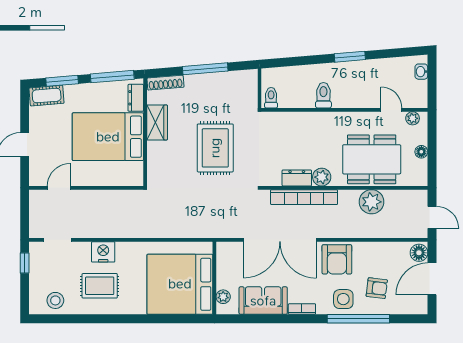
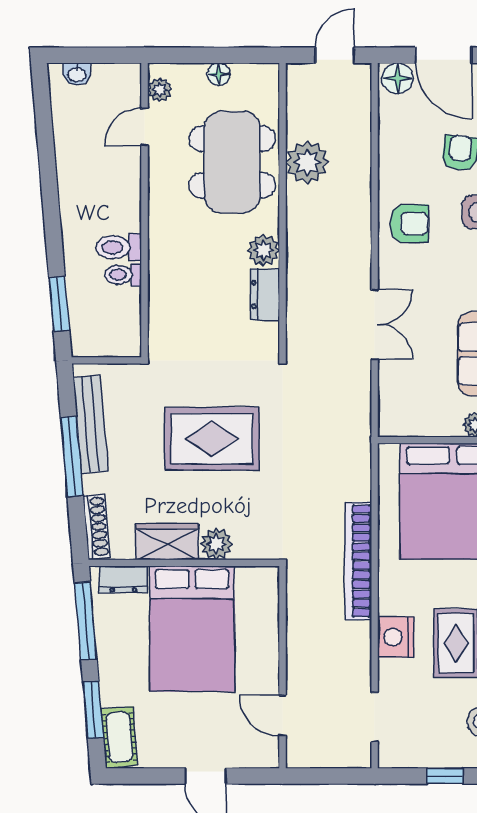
window: (350, 57) -> (59, 304), moved
bench: (223, 79) -> (91, 424), added
toilet: (271, 98) -> (123, 275), moved
plant: (156, 150) -> (216, 544), added
bookcase: (304, 197) -> (358, 561), moved, turned 180
double door: (280, 240) -> (375, 324), width x0.54
armchair: (337, 259) -> (409, 224), width x0.72, depth x0.72
window: (25, 263) -> (445, 776), moved

